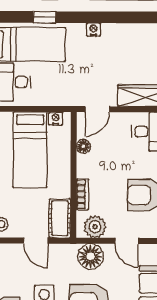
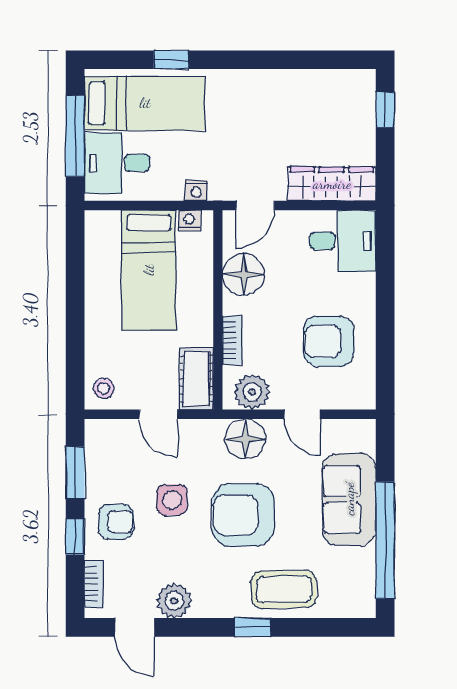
nightstand: (93, 30) -> (196, 191), moved, turned 180
floor lamp: (84, 146) -> (243, 274), width x1.89, depth x1.89

